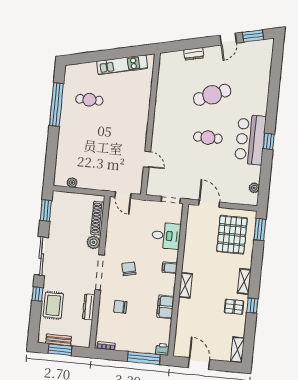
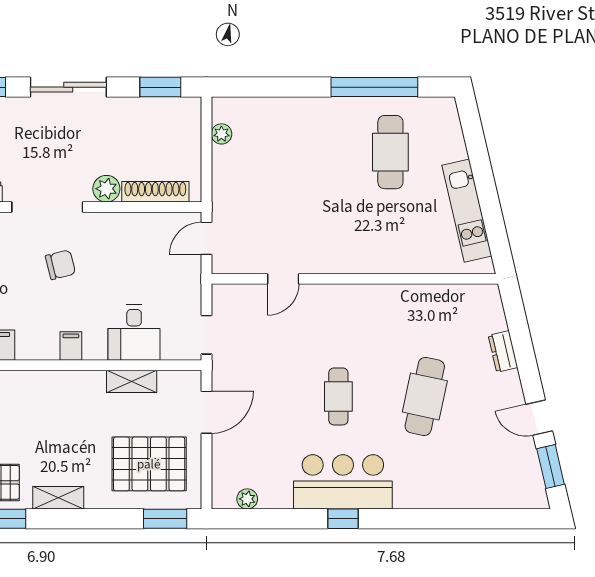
cafe table: (212, 95) -> (425, 396), turned 36
cafe table: (89, 100) -> (390, 152), width x1.37, depth x1.35
shelving: (186, 285) -> (132, 381), moved

